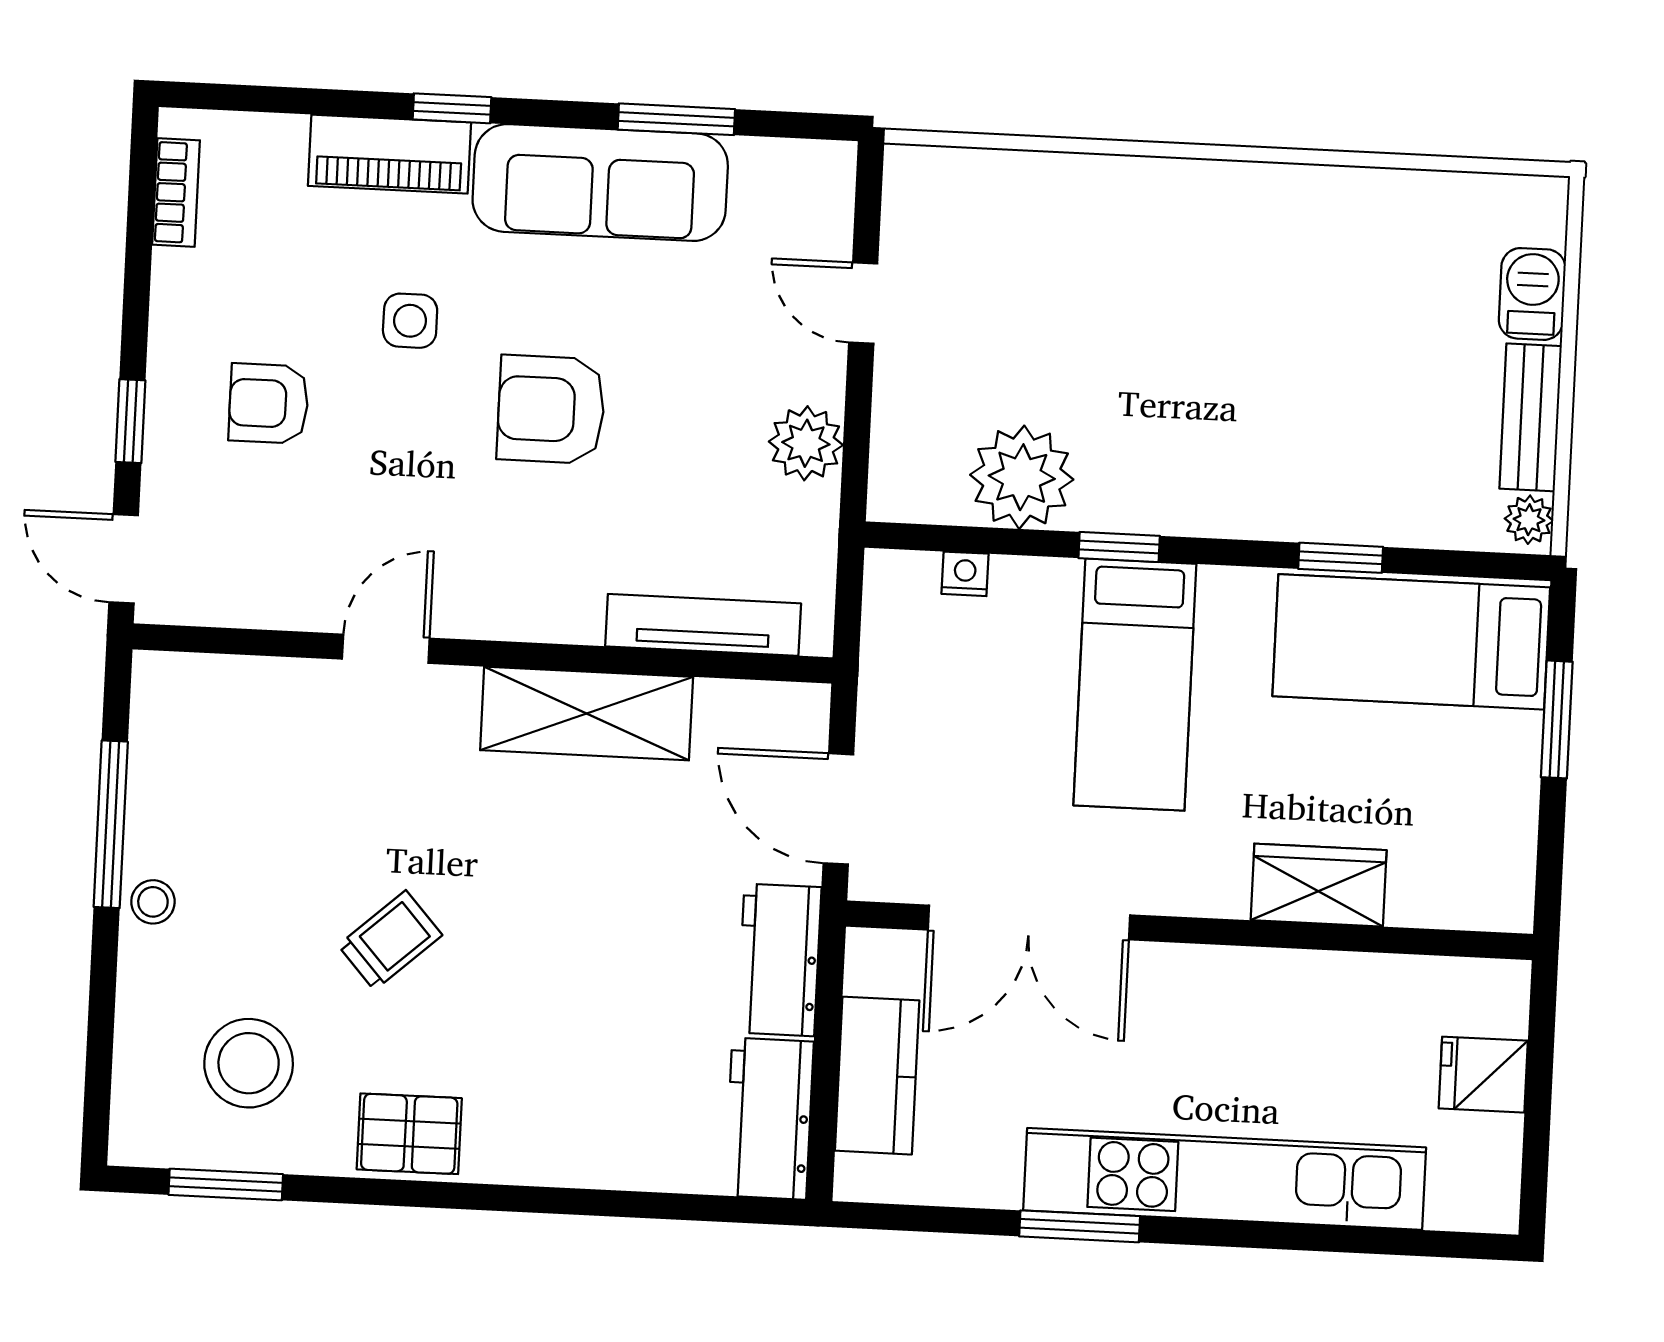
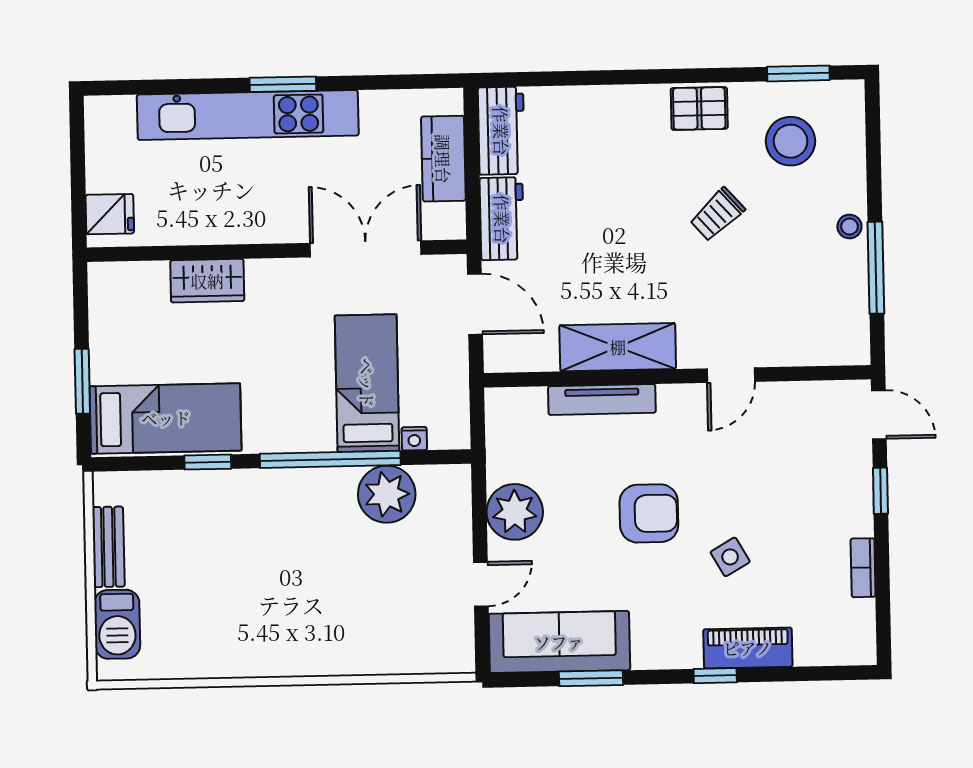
sofa: (600, 183) -> (559, 642), moved
bookcase: (176, 192) -> (863, 568), moved
barbecue: (1532, 294) -> (117, 624), width x1.38, depth x1.27
door: (863, 303) -> (481, 584), hinge flipped
side table: (410, 321) -> (730, 557), turned -30
armchair: (269, 403) -> (805, 506), removed
plant: (806, 443) -> (515, 512), width x1.36, depth x1.36
plant: (1529, 520) -> (105, 490), removed
window: (1119, 547) -> (330, 459), width x3.17
tv unit: (703, 625) -> (602, 400), moved
bed: (1135, 685) -> (367, 383), moved
fridge: (1483, 1075) -> (110, 214), moved
window: (1080, 1226) -> (283, 84), moved

